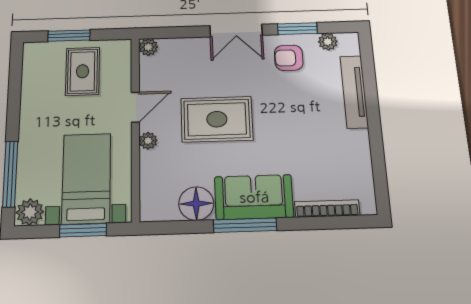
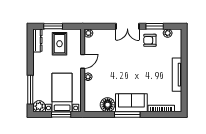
dresser: (32, 66) -> (37, 40), added
tv unit: (354, 92) -> (177, 75), moved
rug: (217, 119) -> (117, 68), removed

